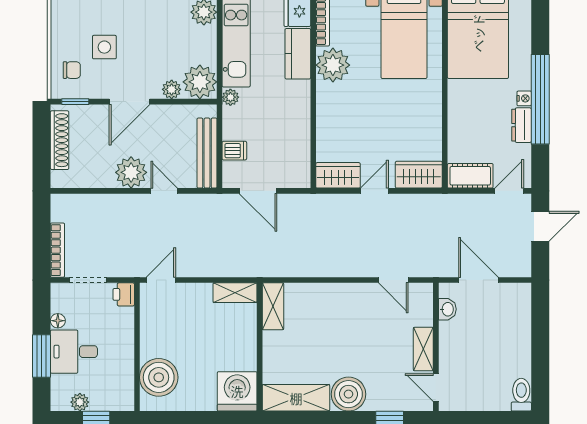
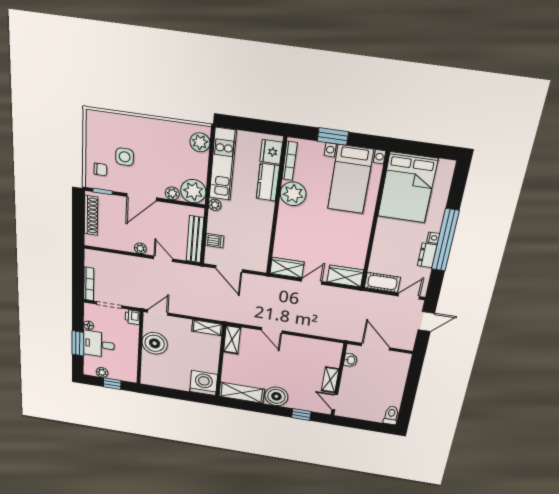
plant: (131, 172) -> (140, 248), width x0.53, depth x0.53
door: (393, 280) -> (272, 330), moved
boiler: (159, 377) -> (155, 343), moved

